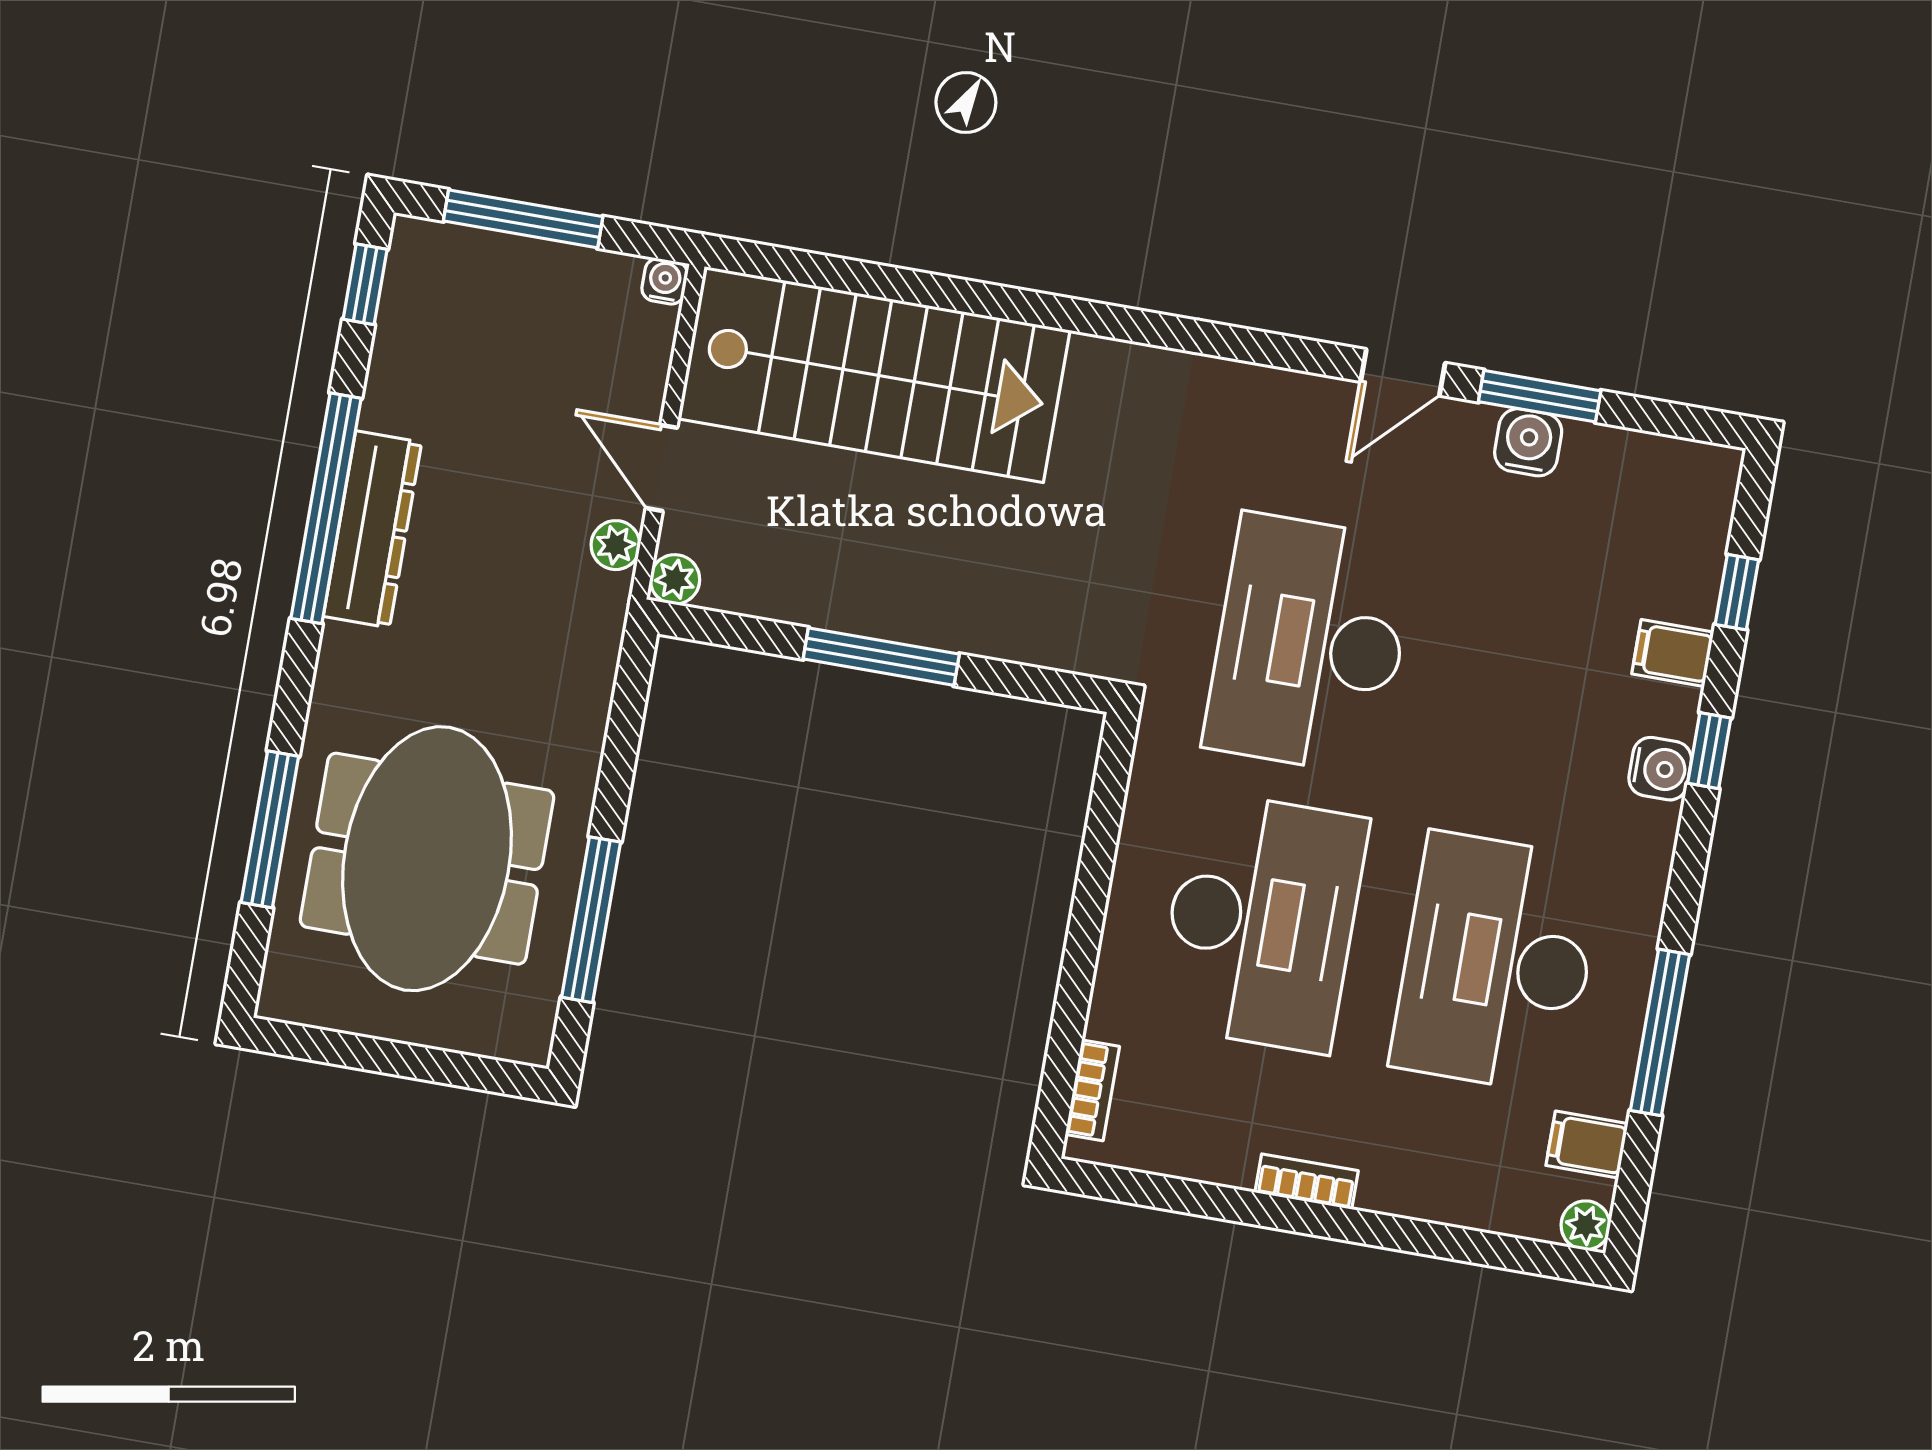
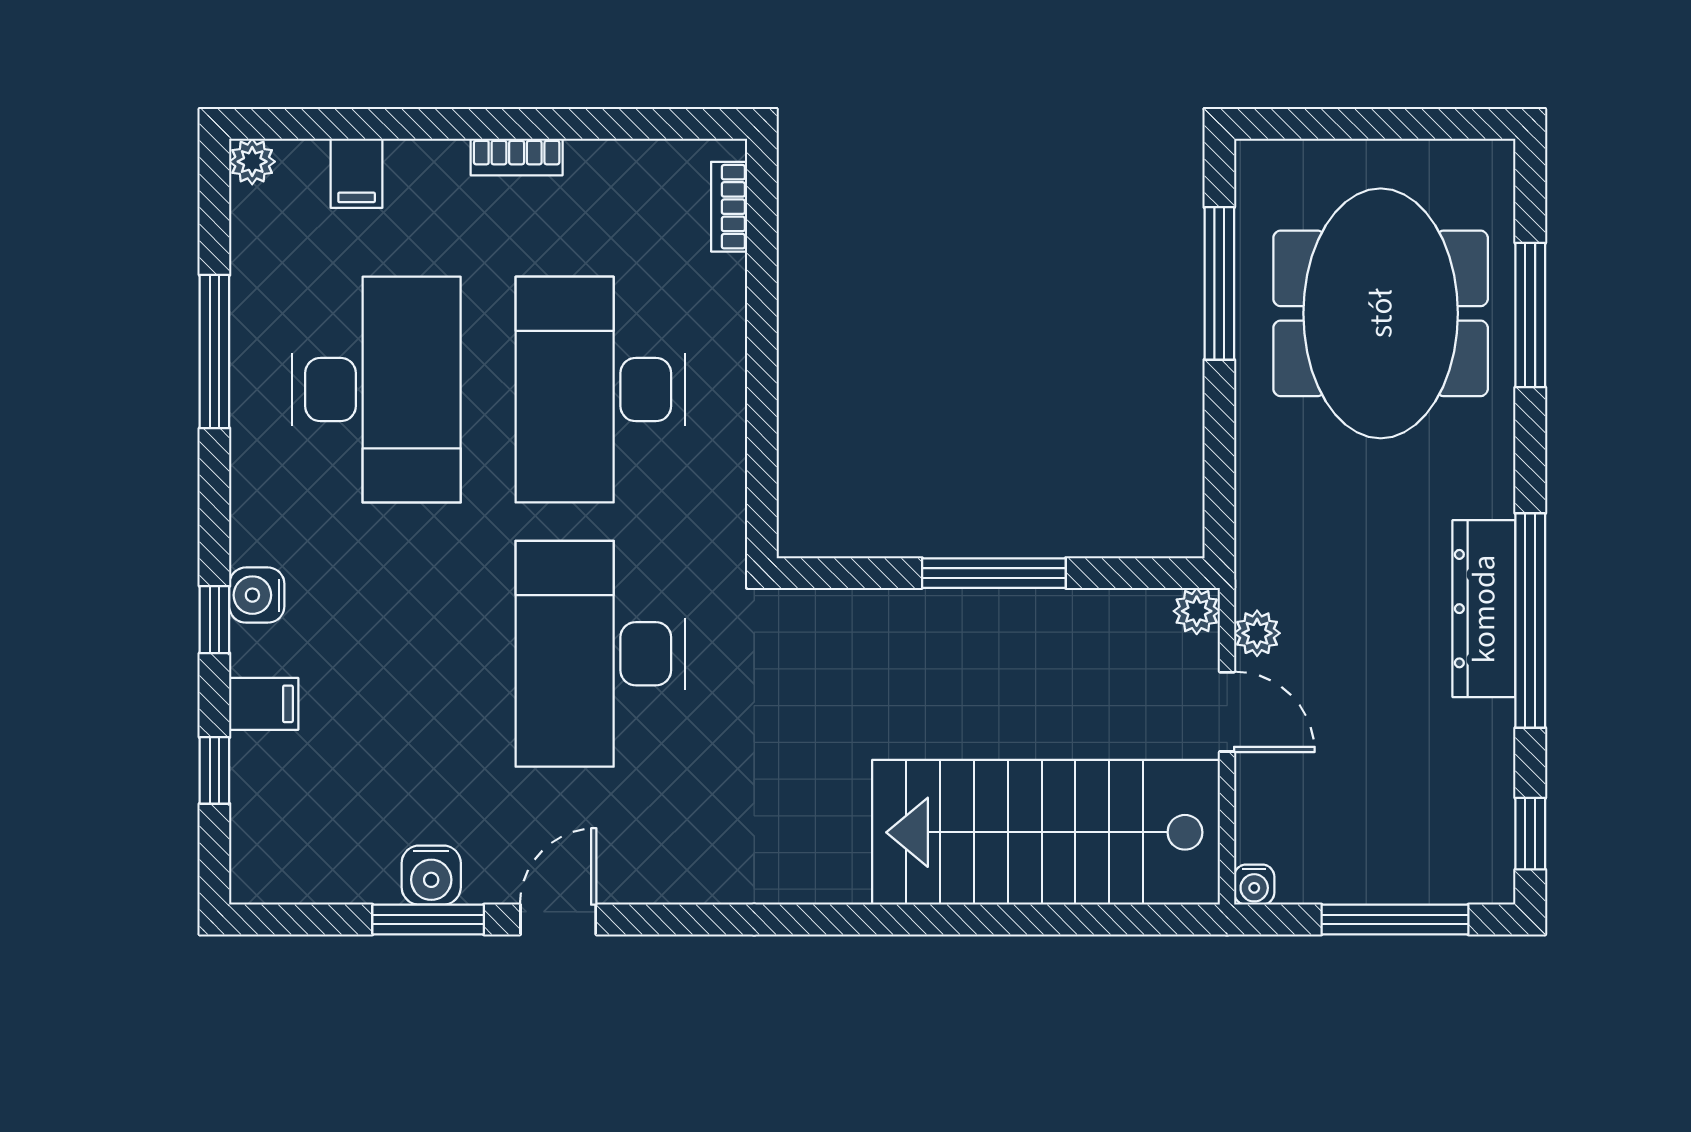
desk: (1310, 644) -> (600, 654), turned 180
filing cabinet: (1587, 1145) -> (357, 173), moved, turned 90

